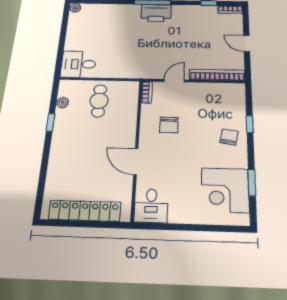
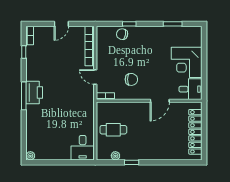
chair: (229, 137) -> (122, 34), moved
corner desk: (225, 190) -> (187, 62), moved, turned 90

